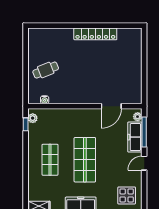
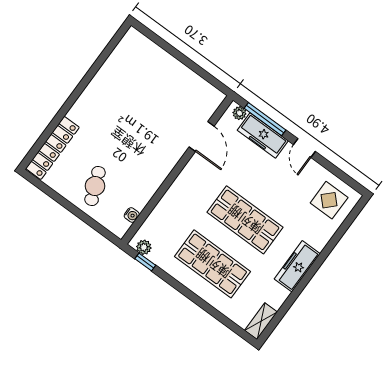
locker: (95, 34) -> (53, 148), moved
shop shelf: (50, 160) -> (213, 264), width x1.43, depth x1.36

